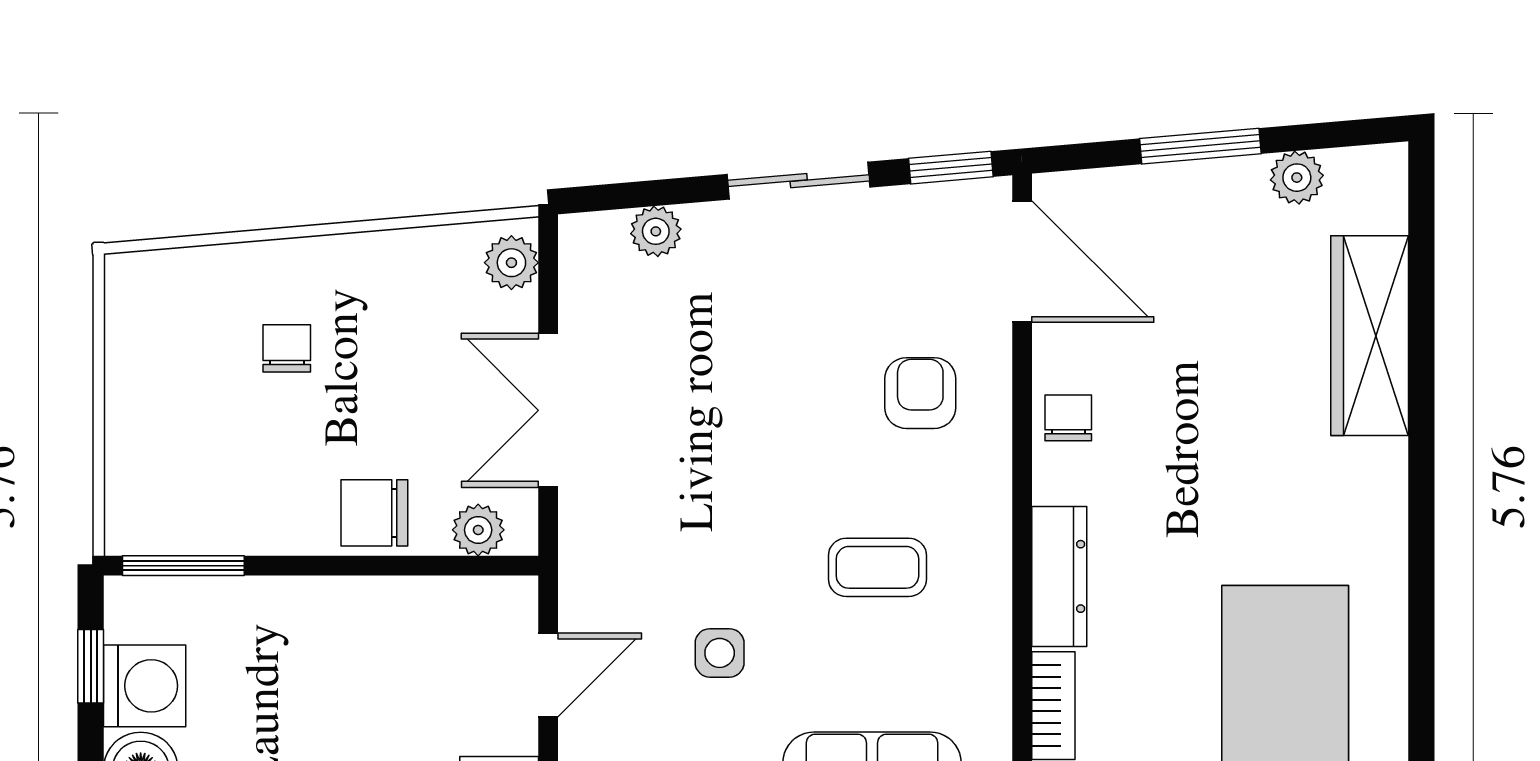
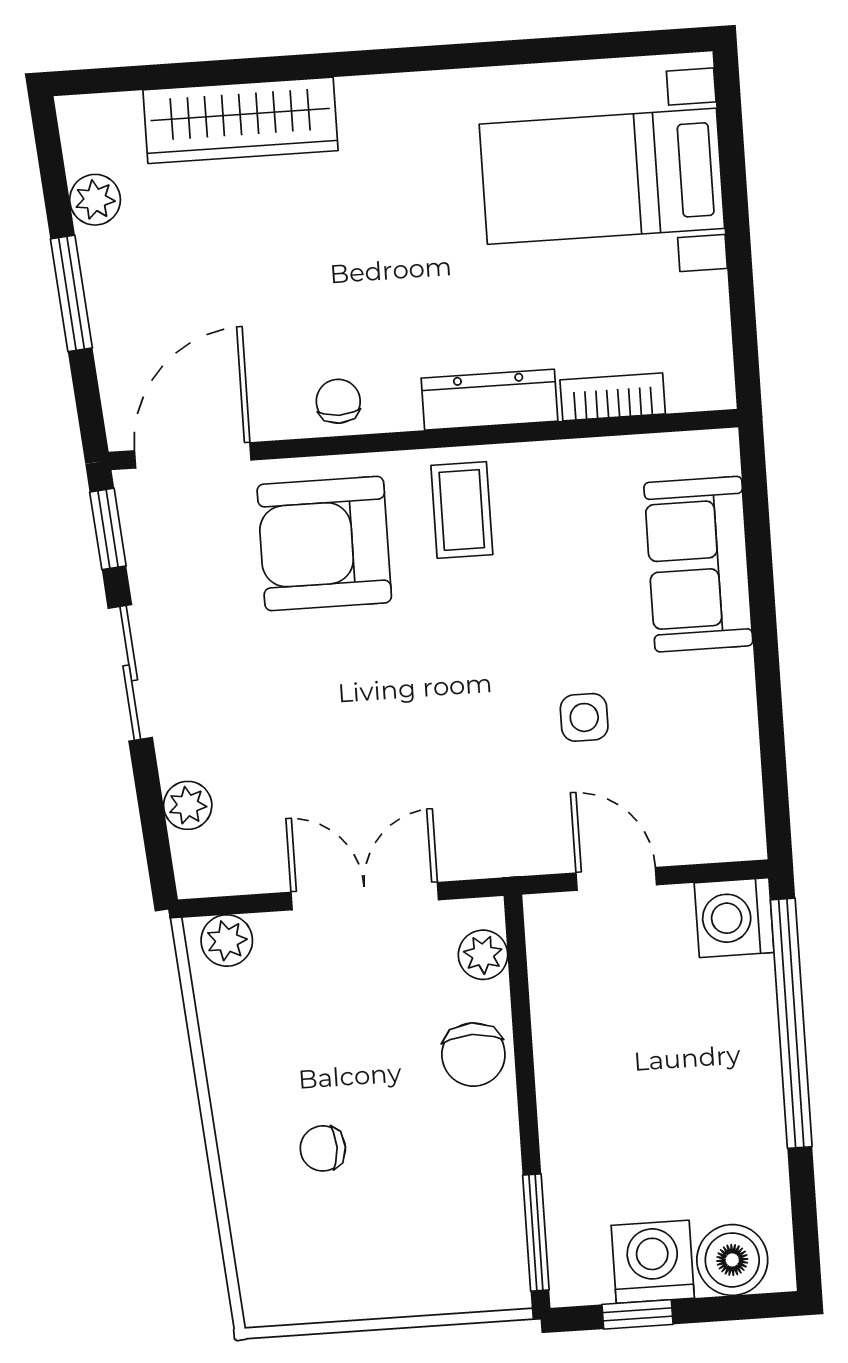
armchair: (920, 393) -> (324, 544), width x1.88, depth x1.88
double door: (548, 410) -> (365, 896), swing flipped
chair: (1068, 418) -> (338, 401), turned 90
coffee table: (877, 567) -> (462, 510), moved

